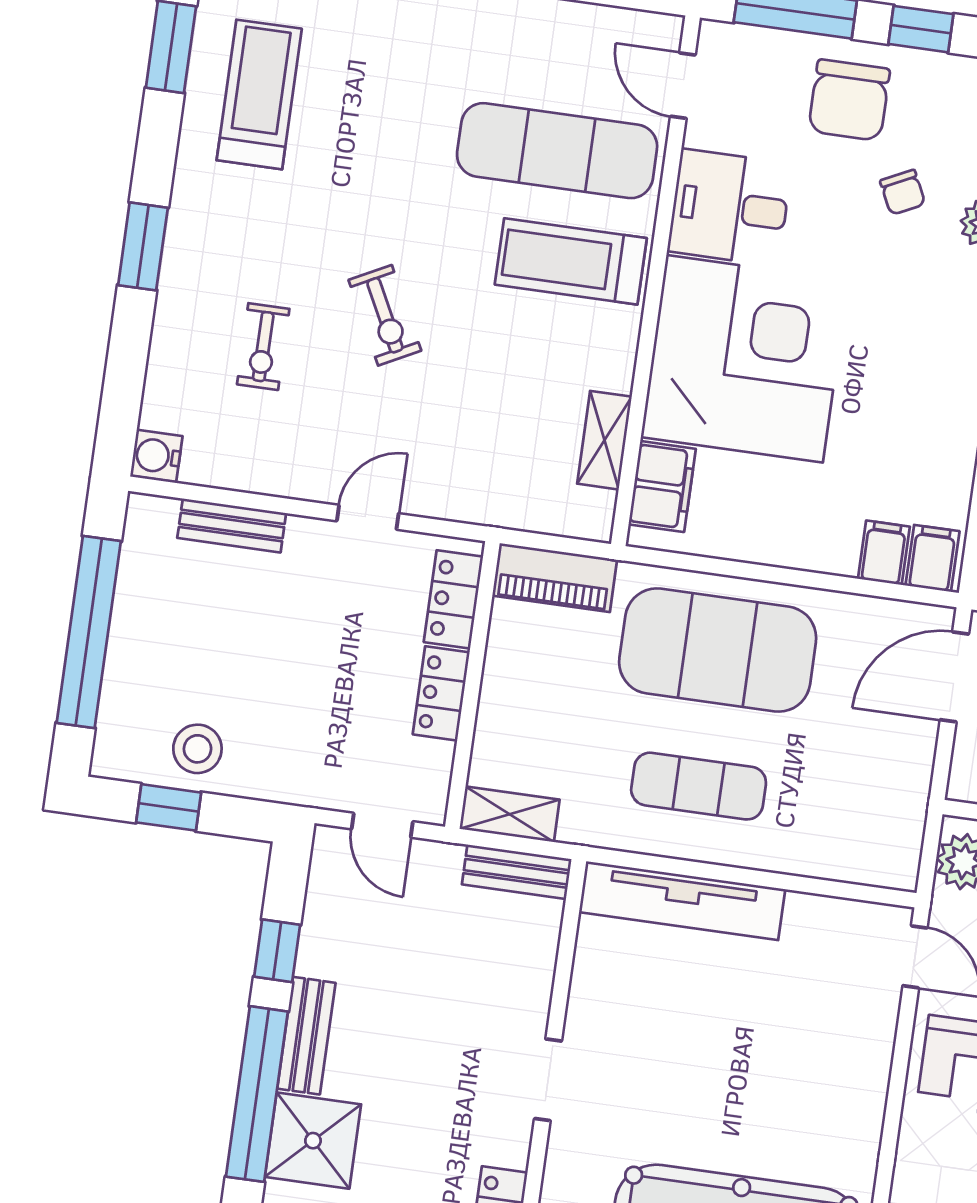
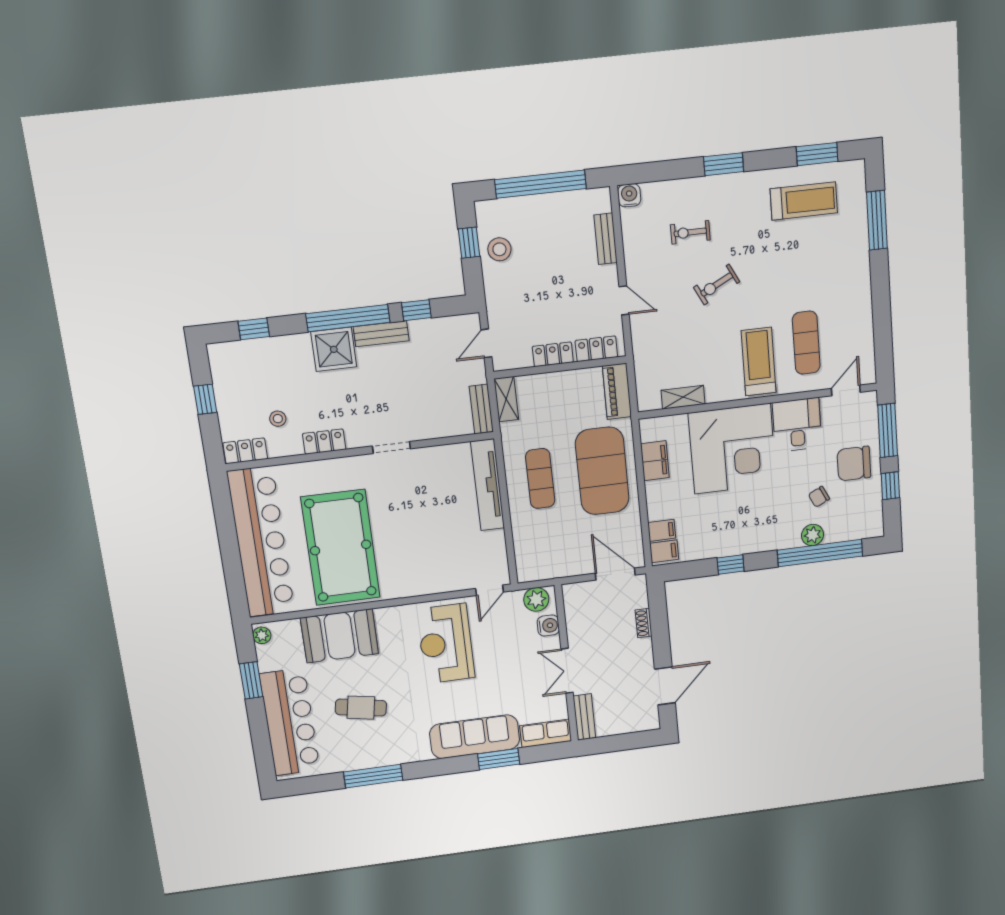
exercise mat: (557, 151) -> (806, 343), width x0.73, depth x0.69
filing cabinet: (662, 487) -> (655, 461), moved, turned -90

